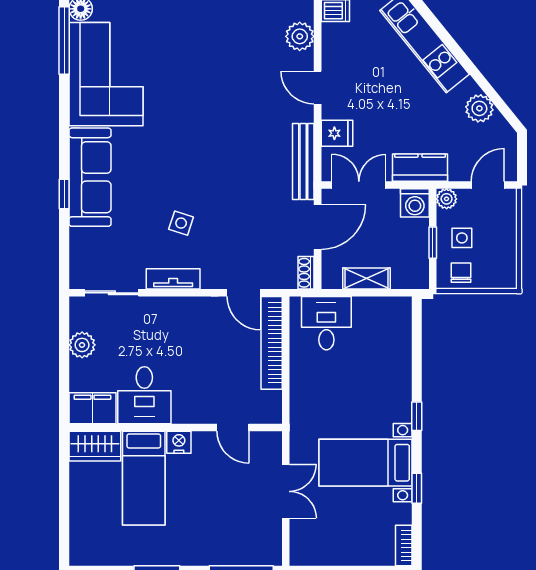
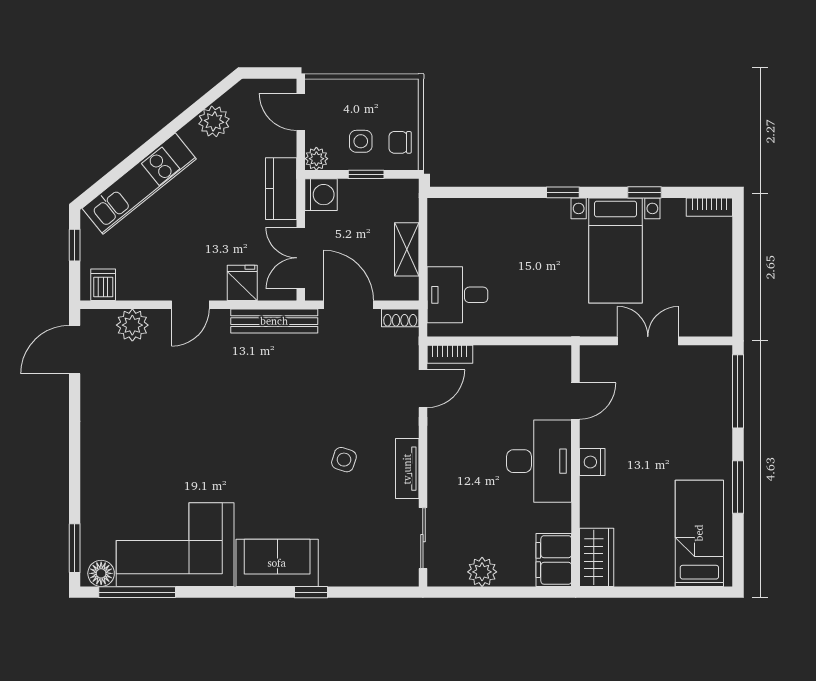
sofa: (90, 177) -> (277, 563), width x0.73
bookcase: (272, 343) -> (450, 354), width x0.43, depth x0.76
desk: (144, 395) -> (539, 461), moved, width x1.37
bed: (144, 478) -> (699, 533), moved, turned -90

